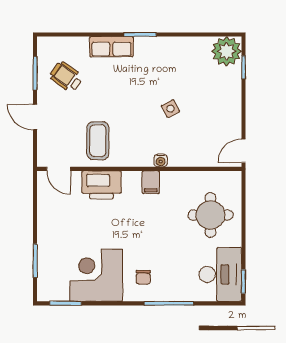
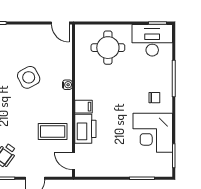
side table: (170, 109) -> (29, 77), width x1.87, depth x1.87
door: (58, 169) -> (74, 161), swing flipped
filing cabinet: (151, 182) -> (84, 107), moved

